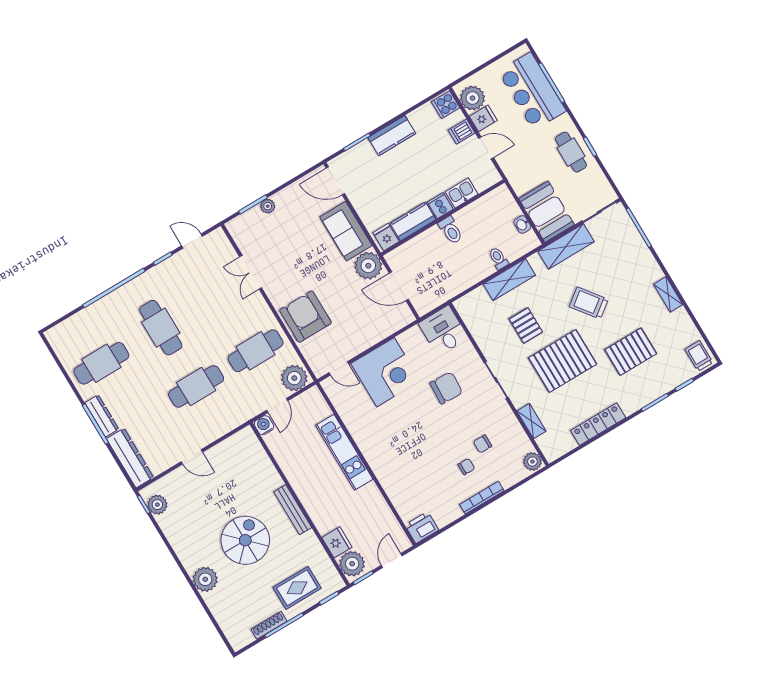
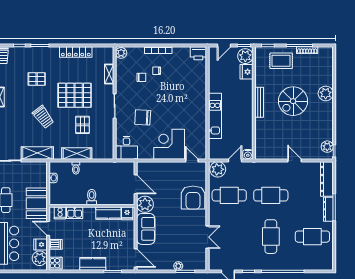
cooker: (440, 206) -> (60, 213), moved
booth: (547, 212) -> (37, 203), moved
pallet: (631, 352) -> (37, 79), width x0.67, depth x0.71

